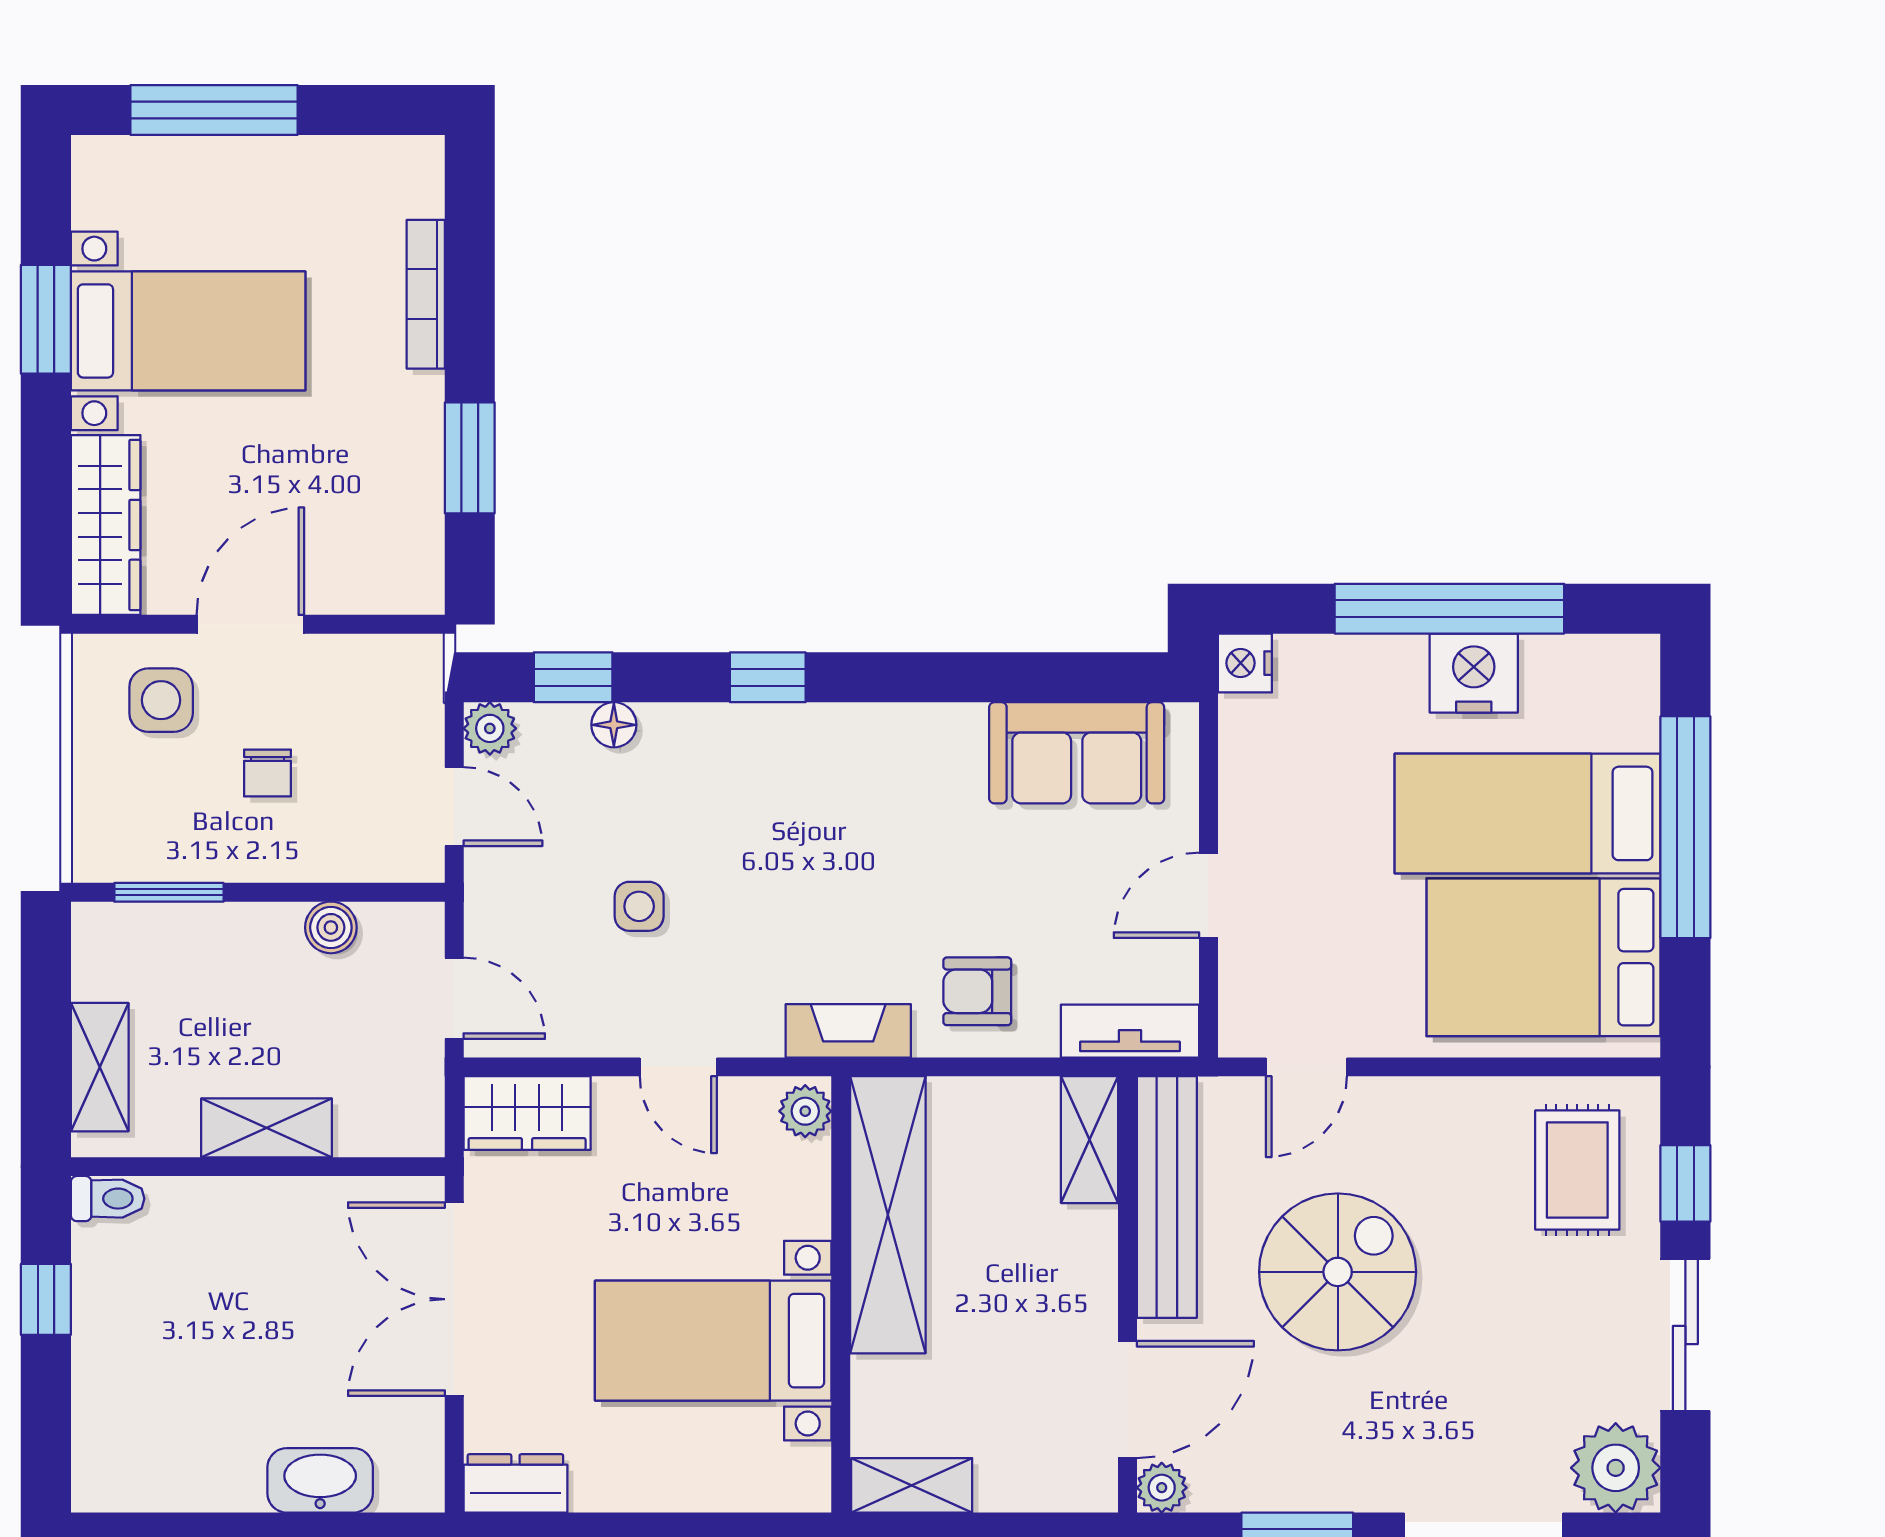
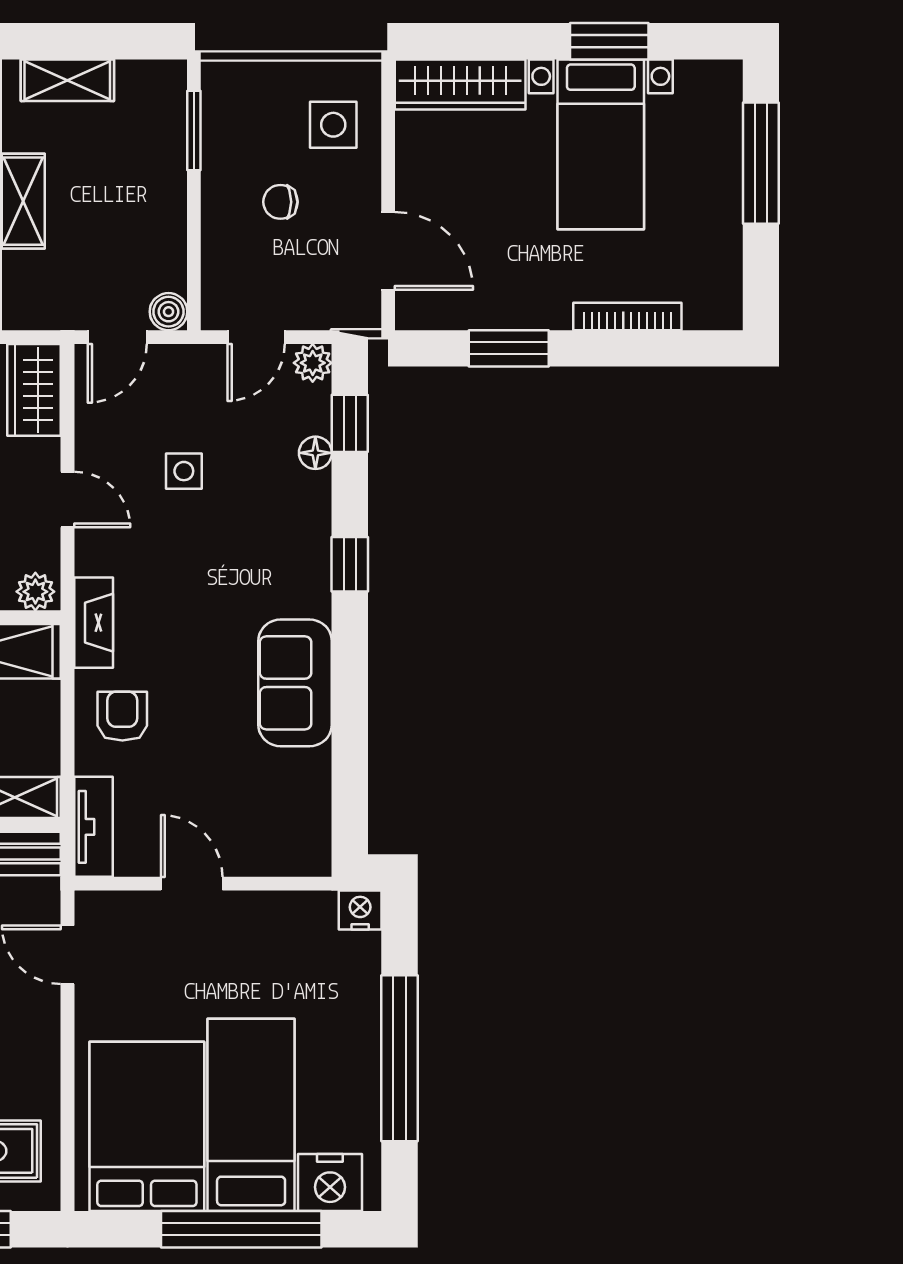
door: (250, 624) -> (388, 251), moved
nightstand: (1474, 673) -> (330, 1183), moved, turned 90
sofa: (1077, 753) -> (295, 683), moved
boiler: (331, 927) -> (169, 312), moved
door: (678, 1067) -> (67, 500), swing flipped

